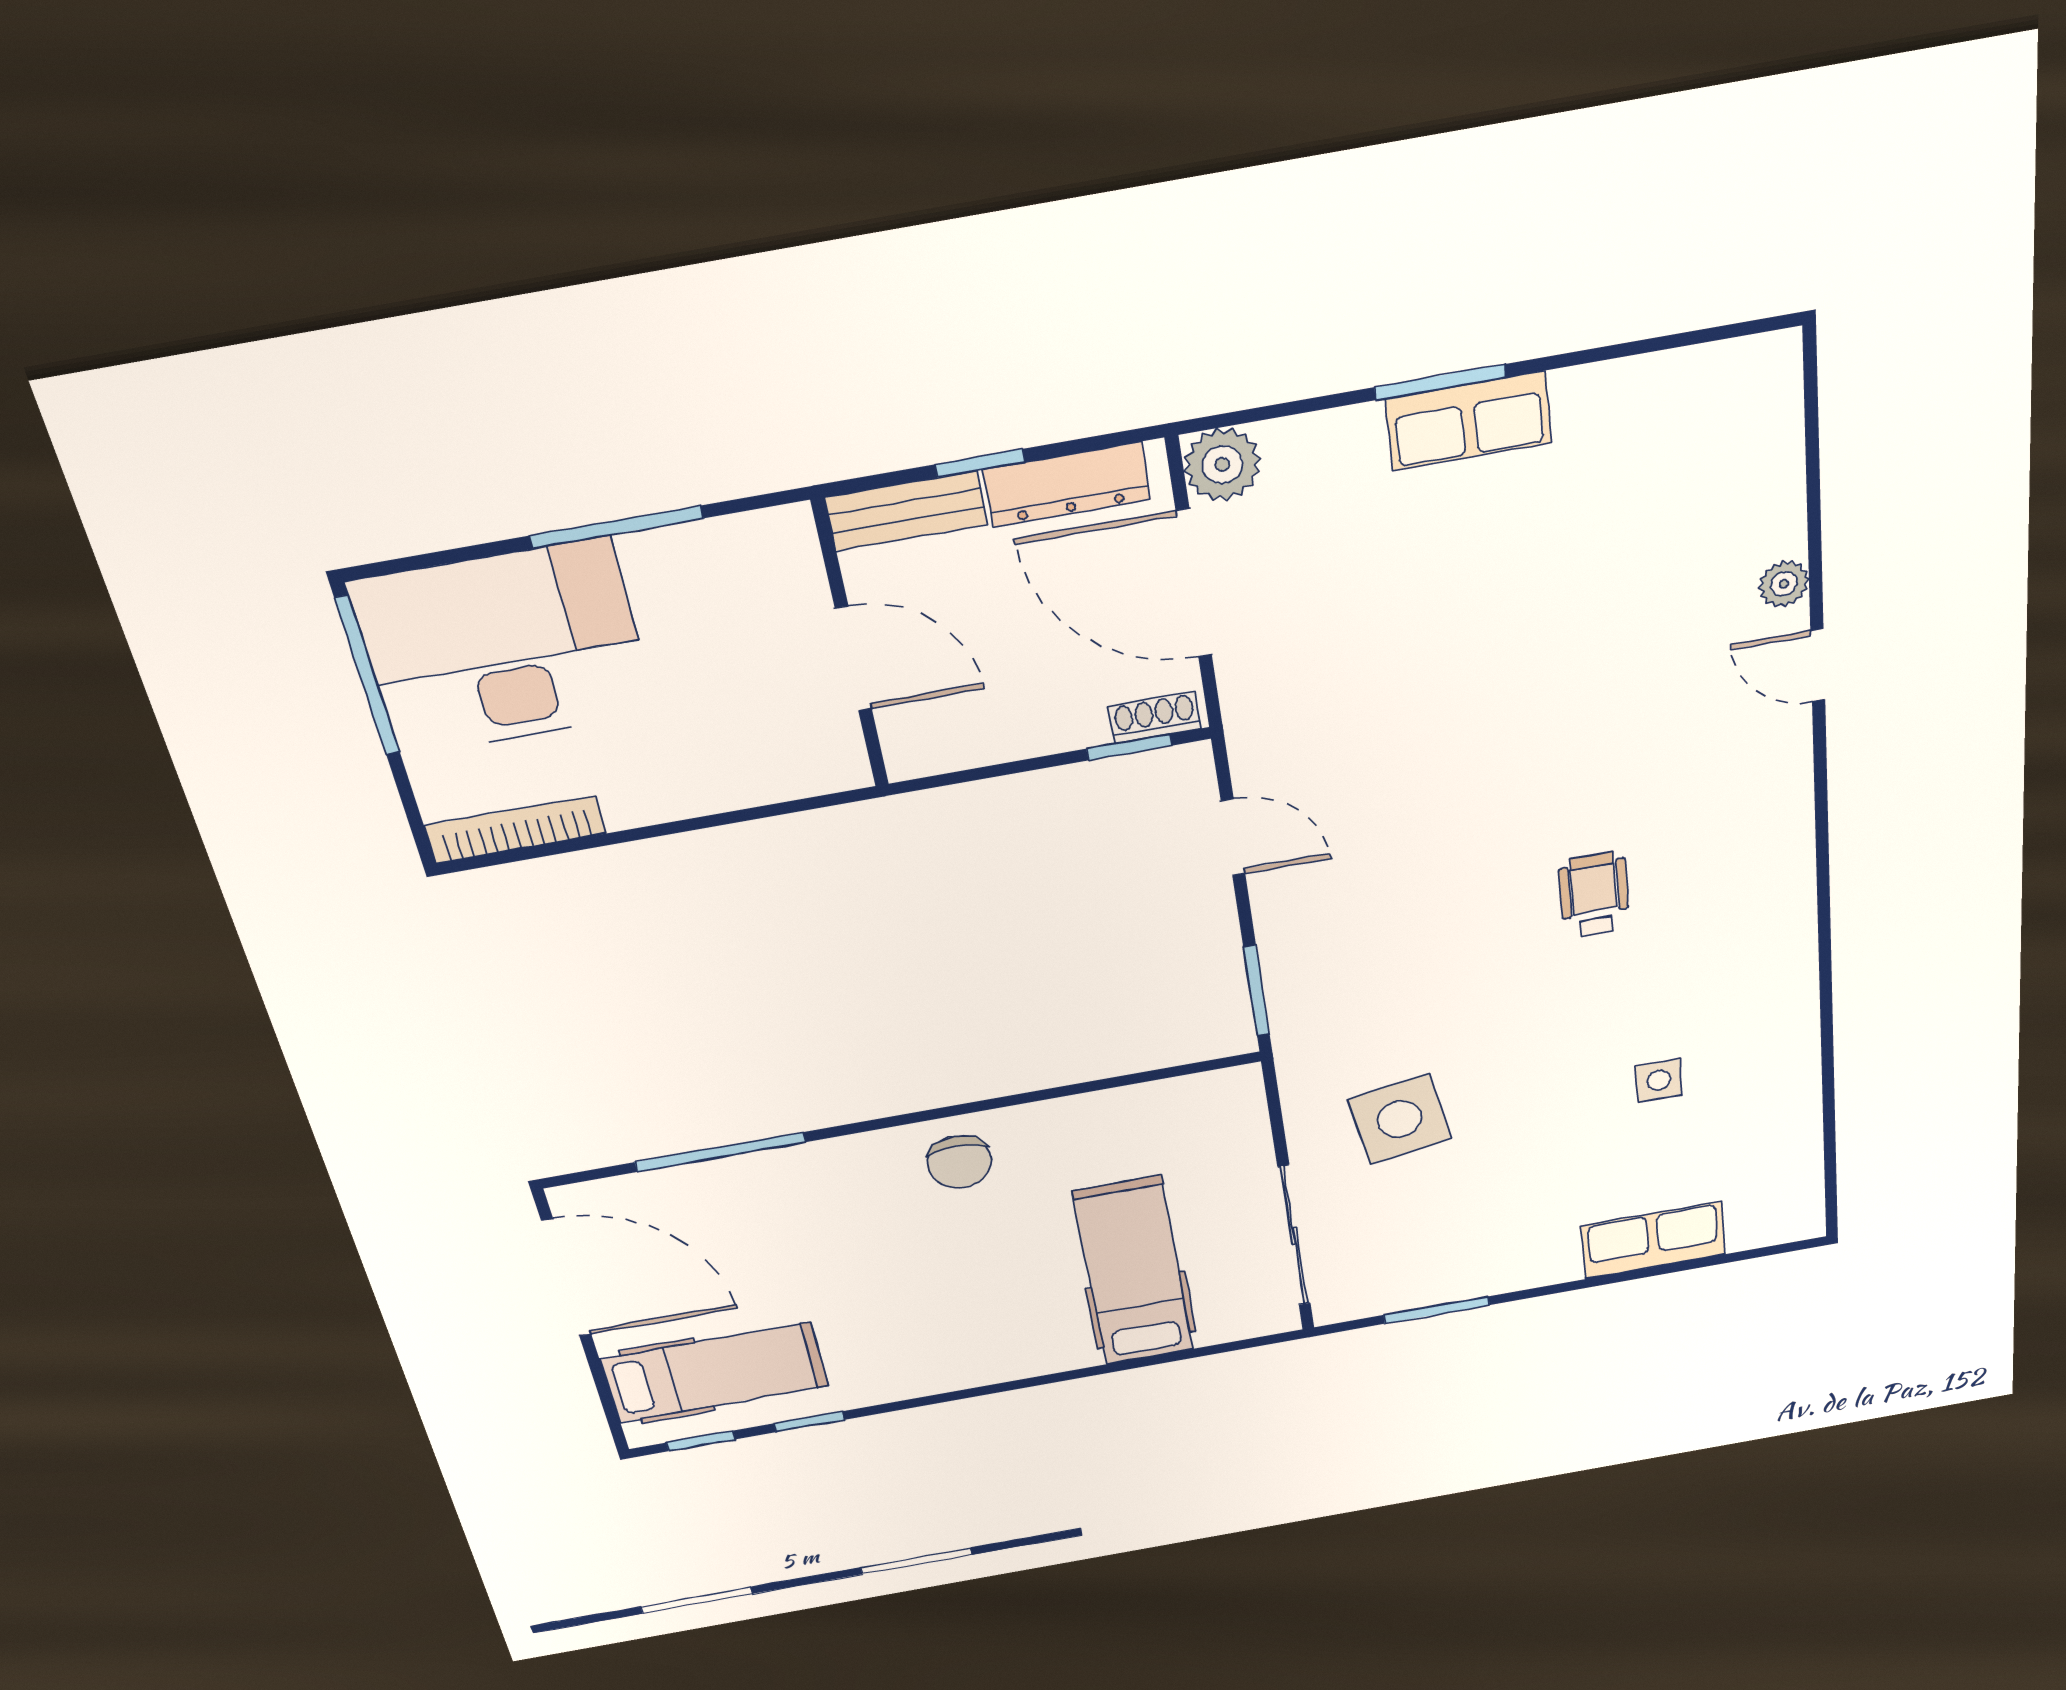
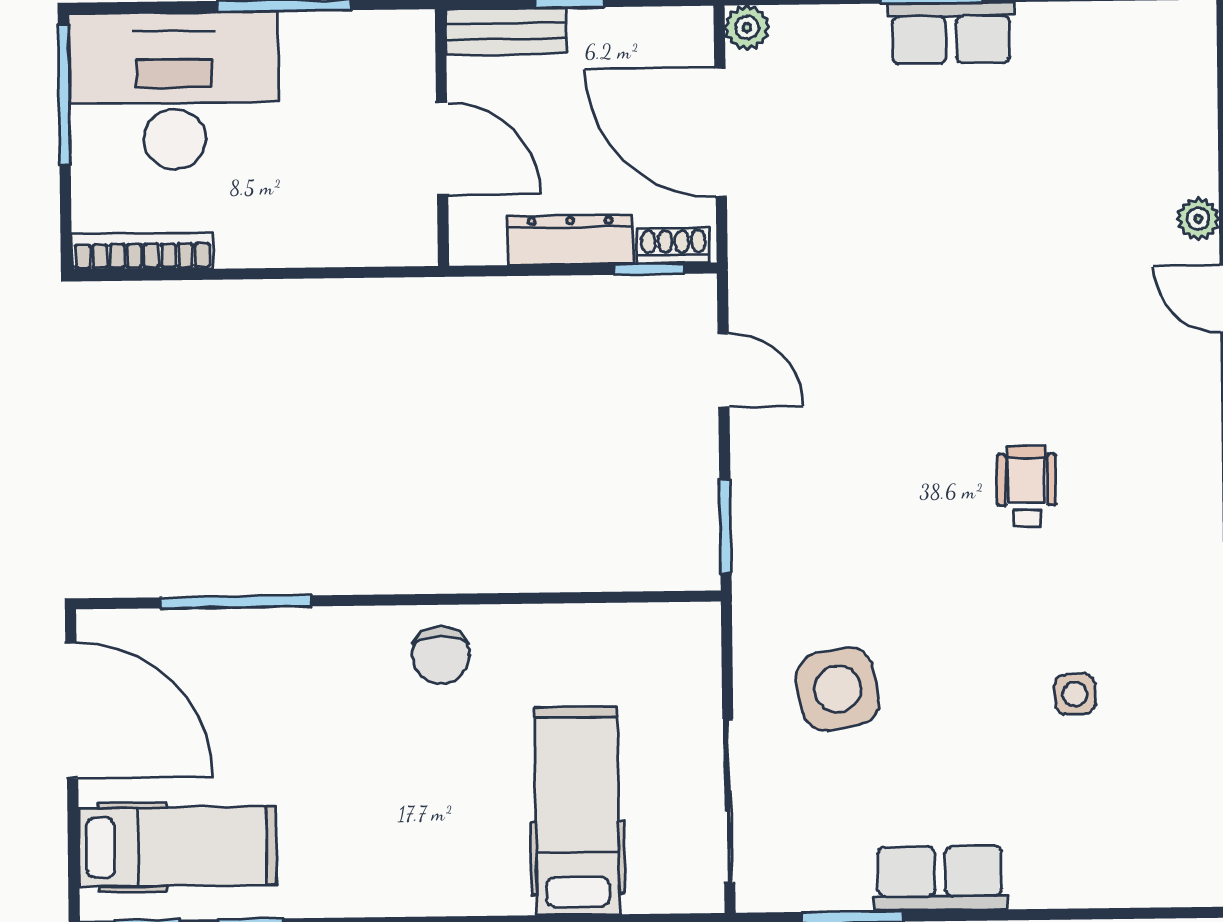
plant: (1222, 464) -> (747, 27), width x0.73, depth x0.73
dresser: (1067, 484) -> (570, 240), moved, turned 180
row of seats: (1653, 1240) -> (940, 878), moved

